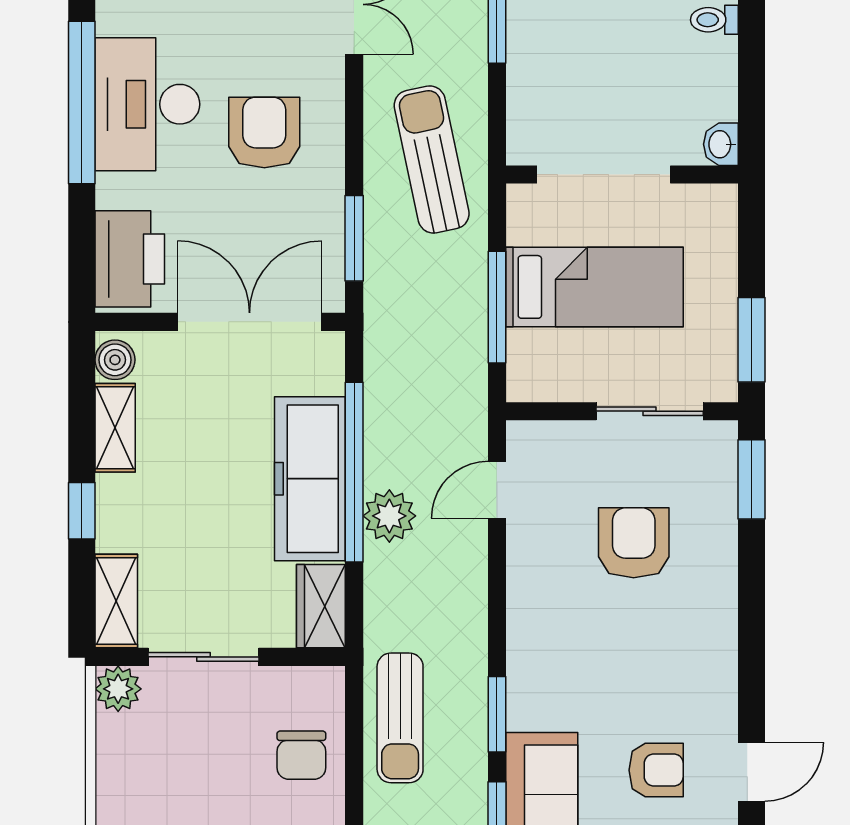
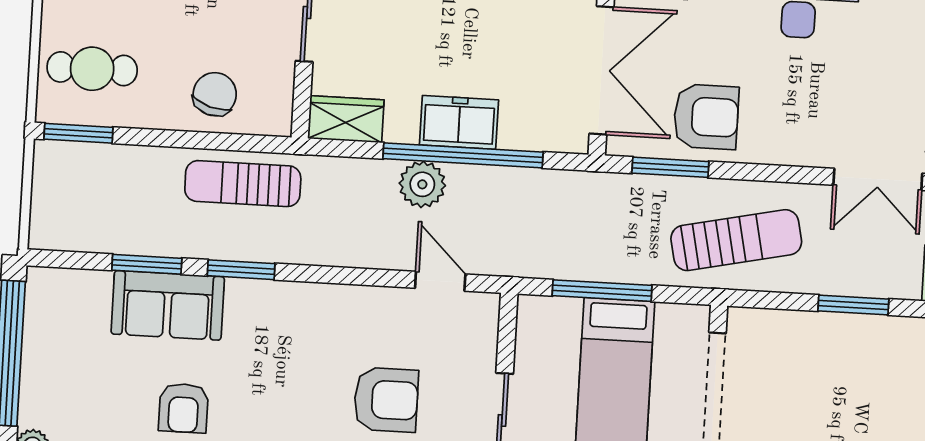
armchair: (264, 132) -> (706, 117), moved
freezer: (310, 479) -> (459, 122), width x0.52, depth x0.79
chair: (301, 755) -> (215, 94), turned 107

